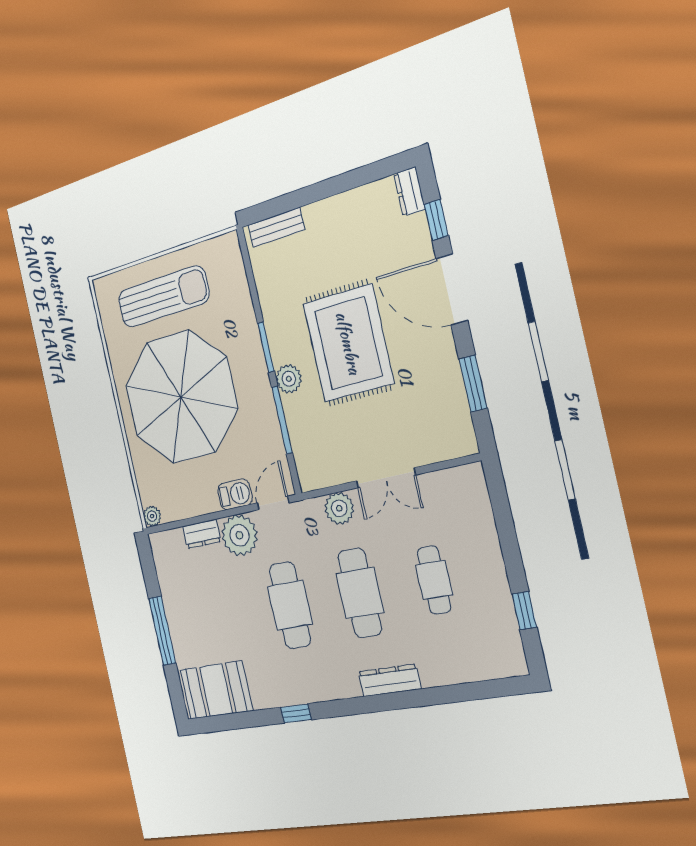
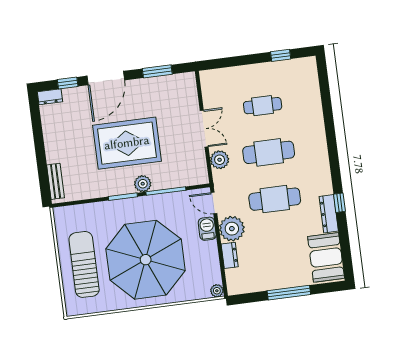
dresser: (389, 680) -> (329, 214), moved

